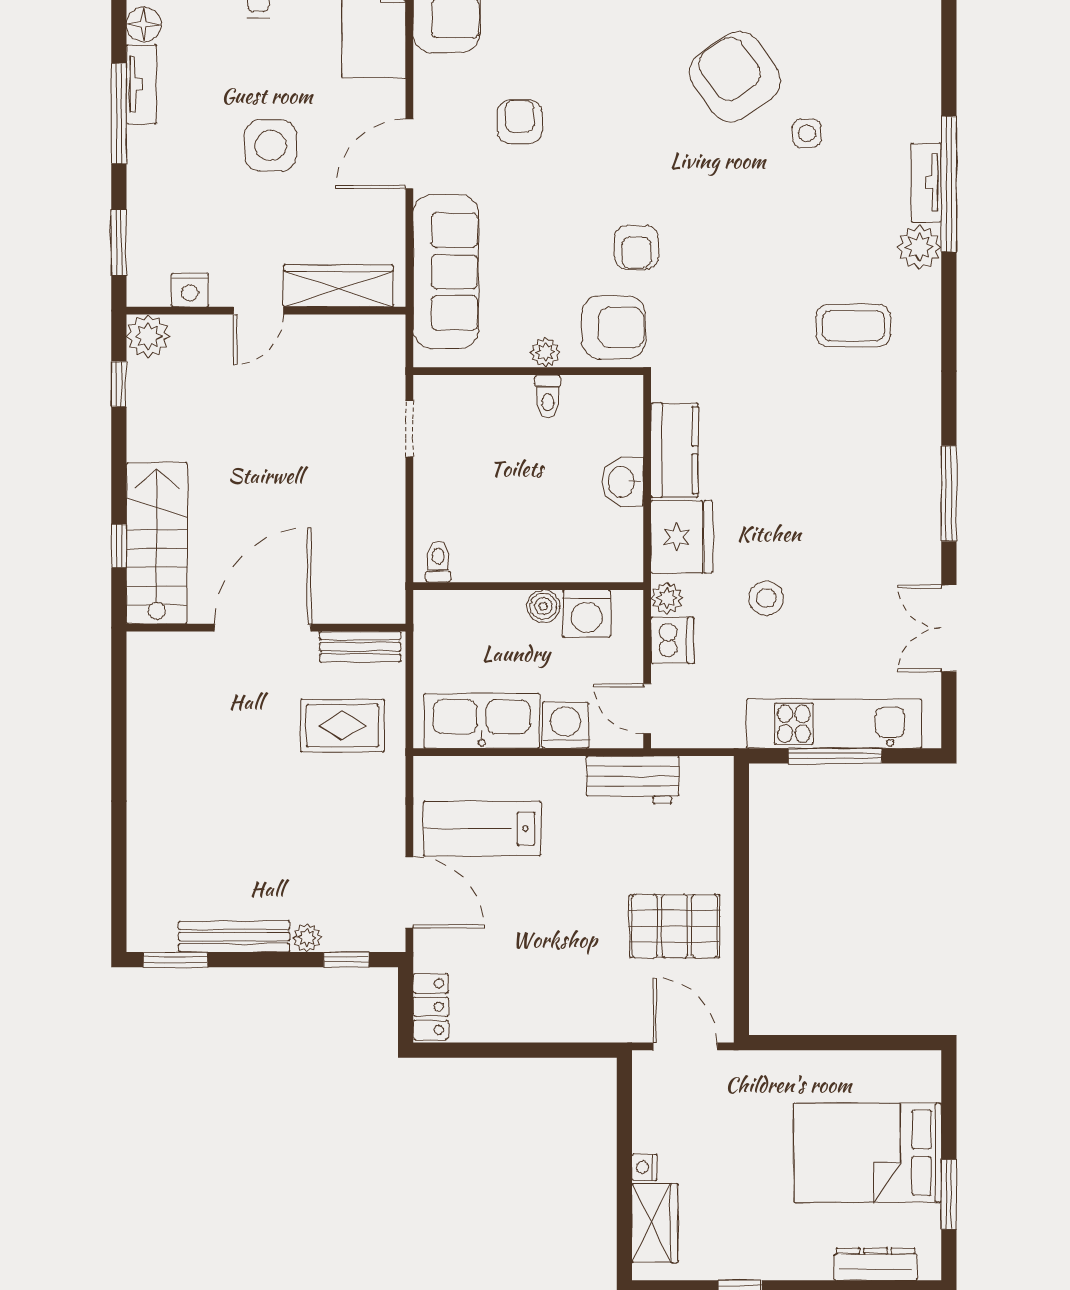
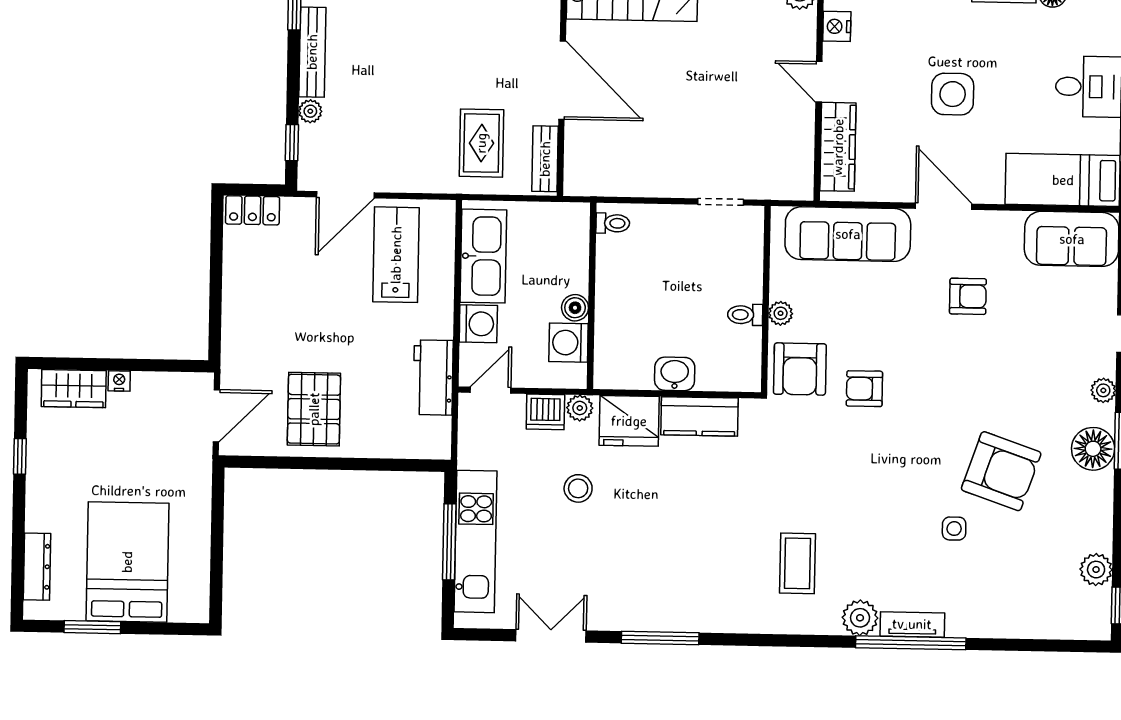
armchair: (735, 77) -> (1001, 471), turned 54

